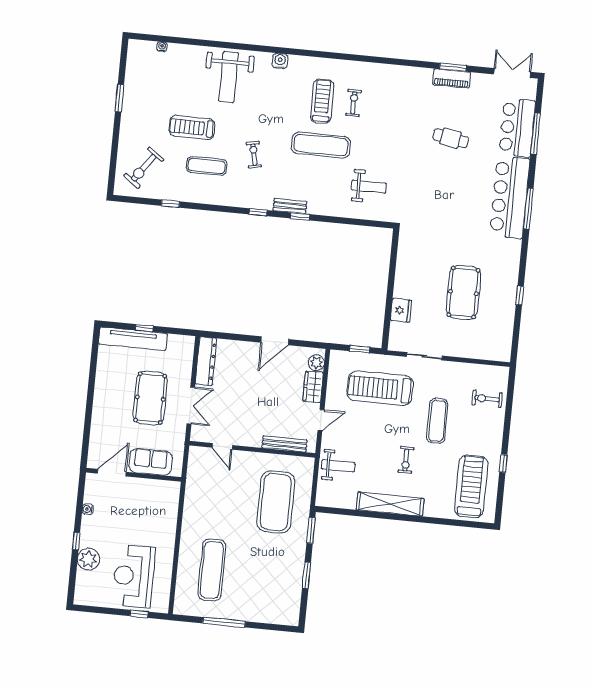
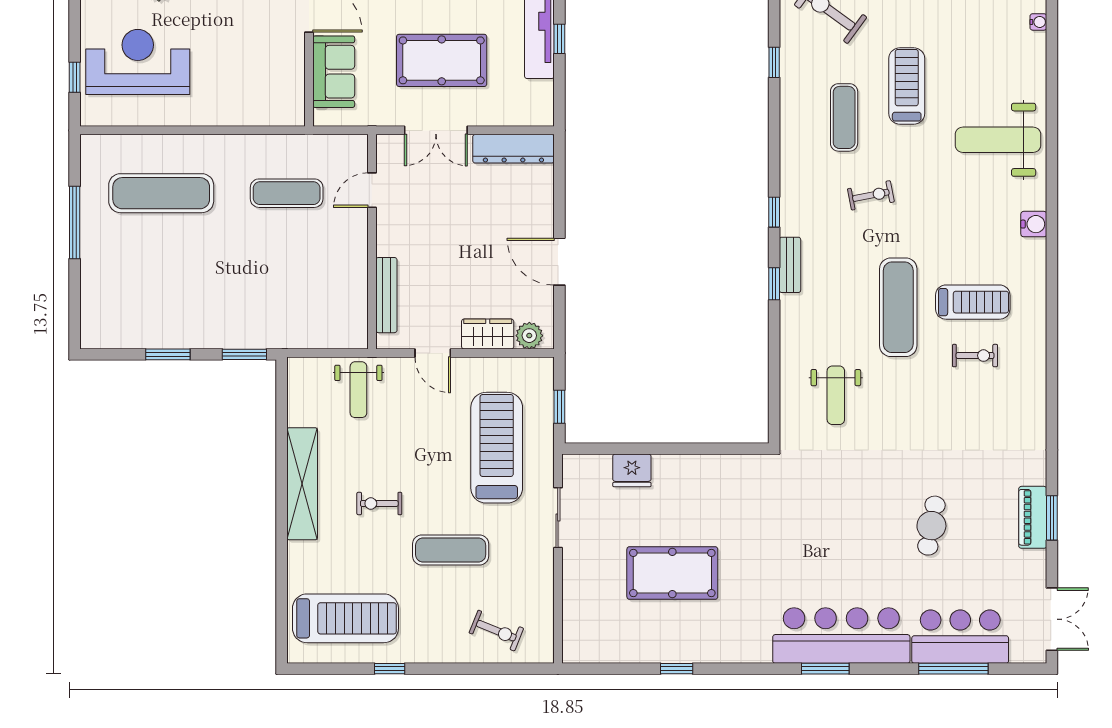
window: (528, 209) -> (825, 669), width x0.69
exercise bike: (487, 399) -> (496, 631), turned 112
exercise mat: (276, 502) -> (287, 193), moved, width x0.50, depth x0.69

